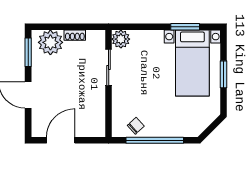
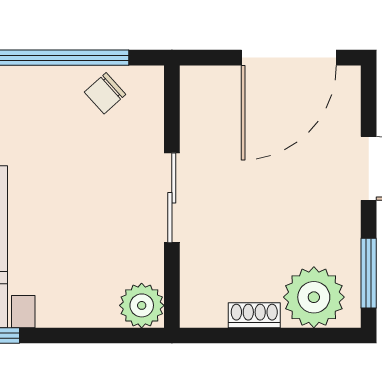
sliding door: (109, 67) -> (172, 198), moved
door: (61, 140) -> (289, 58), width x1.36

